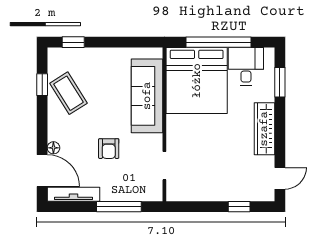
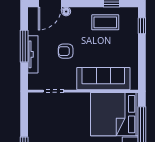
coffee table: (69, 93) -> (105, 22), turned 32
tv unit: (73, 194) -> (33, 54), moved
window: (119, 207) -> (24, 46), moved

